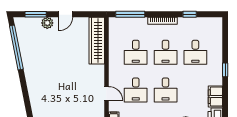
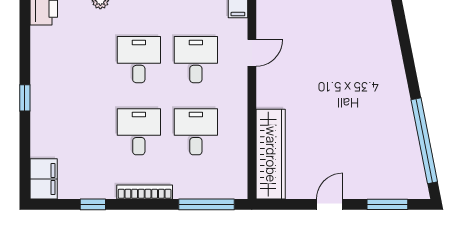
plant: (47, 23) -> (365, 188), removed
desk: (195, 52) -> (82, 132), removed
door: (106, 94) -> (252, 53), swing flipped
filing cabinet: (215, 97) -> (44, 179), moved

